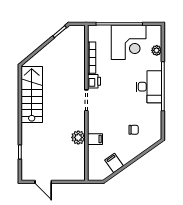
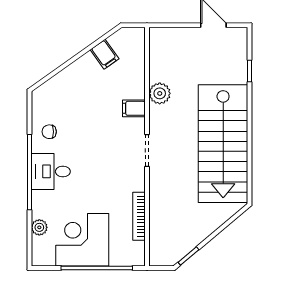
printer: (94, 81) -> (136, 180), removed
desk: (149, 87) -> (51, 171), width x0.73
stairs: (32, 95) -> (223, 144), width x1.36, depth x1.51
chair: (134, 130) -> (49, 132), moved
filing cabinet: (95, 139) -> (134, 108), moved

